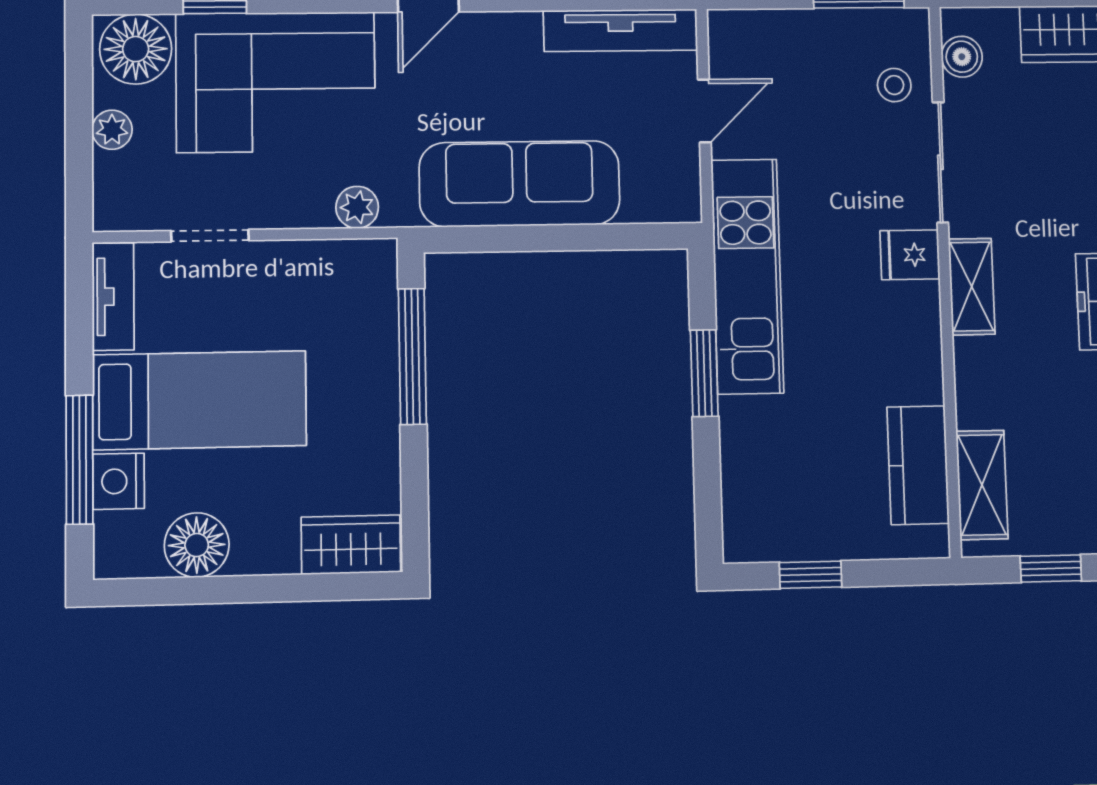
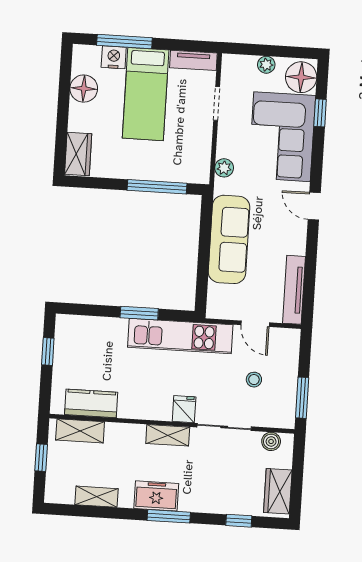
stool: (894, 85) -> (254, 380), moved

